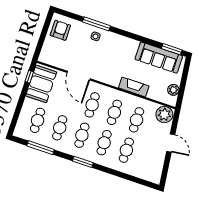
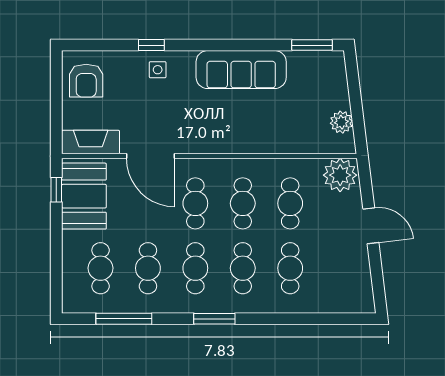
window: (97, 24) -> (151, 45), width x0.46
armchair: (60, 30) -> (86, 81), turned 180
sofa: (159, 58) -> (241, 70), moved
fireplace: (134, 87) -> (91, 142), moved

